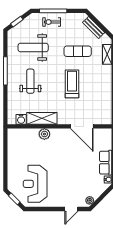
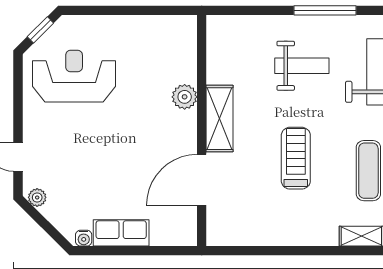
treadmill: (72, 84) -> (296, 158), turned -90
shelving: (42, 118) -> (220, 119), moved
water cooler: (21, 119) -> (217, 45), removed

